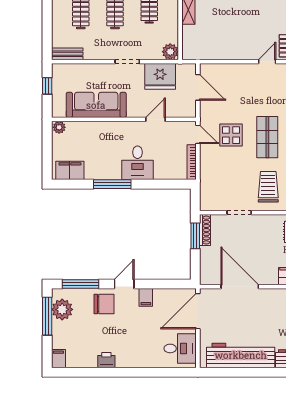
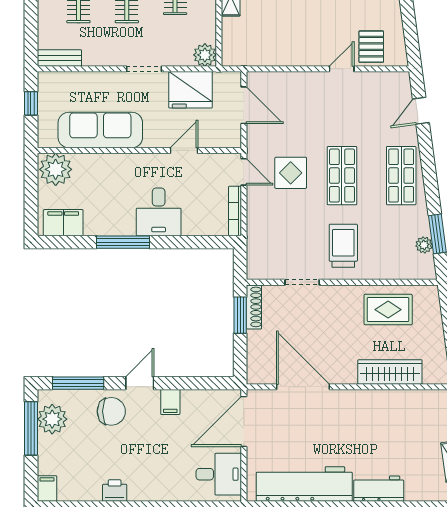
plant: (59, 127) -> (56, 169), width x1.88, depth x1.88

